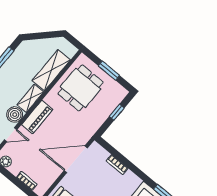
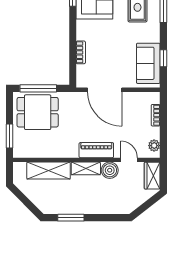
window: (109, 71) -> (9, 136), moved
dining table: (81, 88) -> (38, 112), moved
window: (117, 112) -> (38, 88), width x2.17

